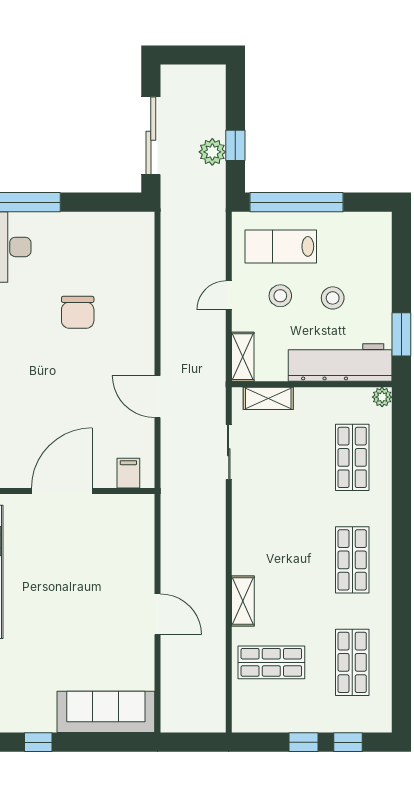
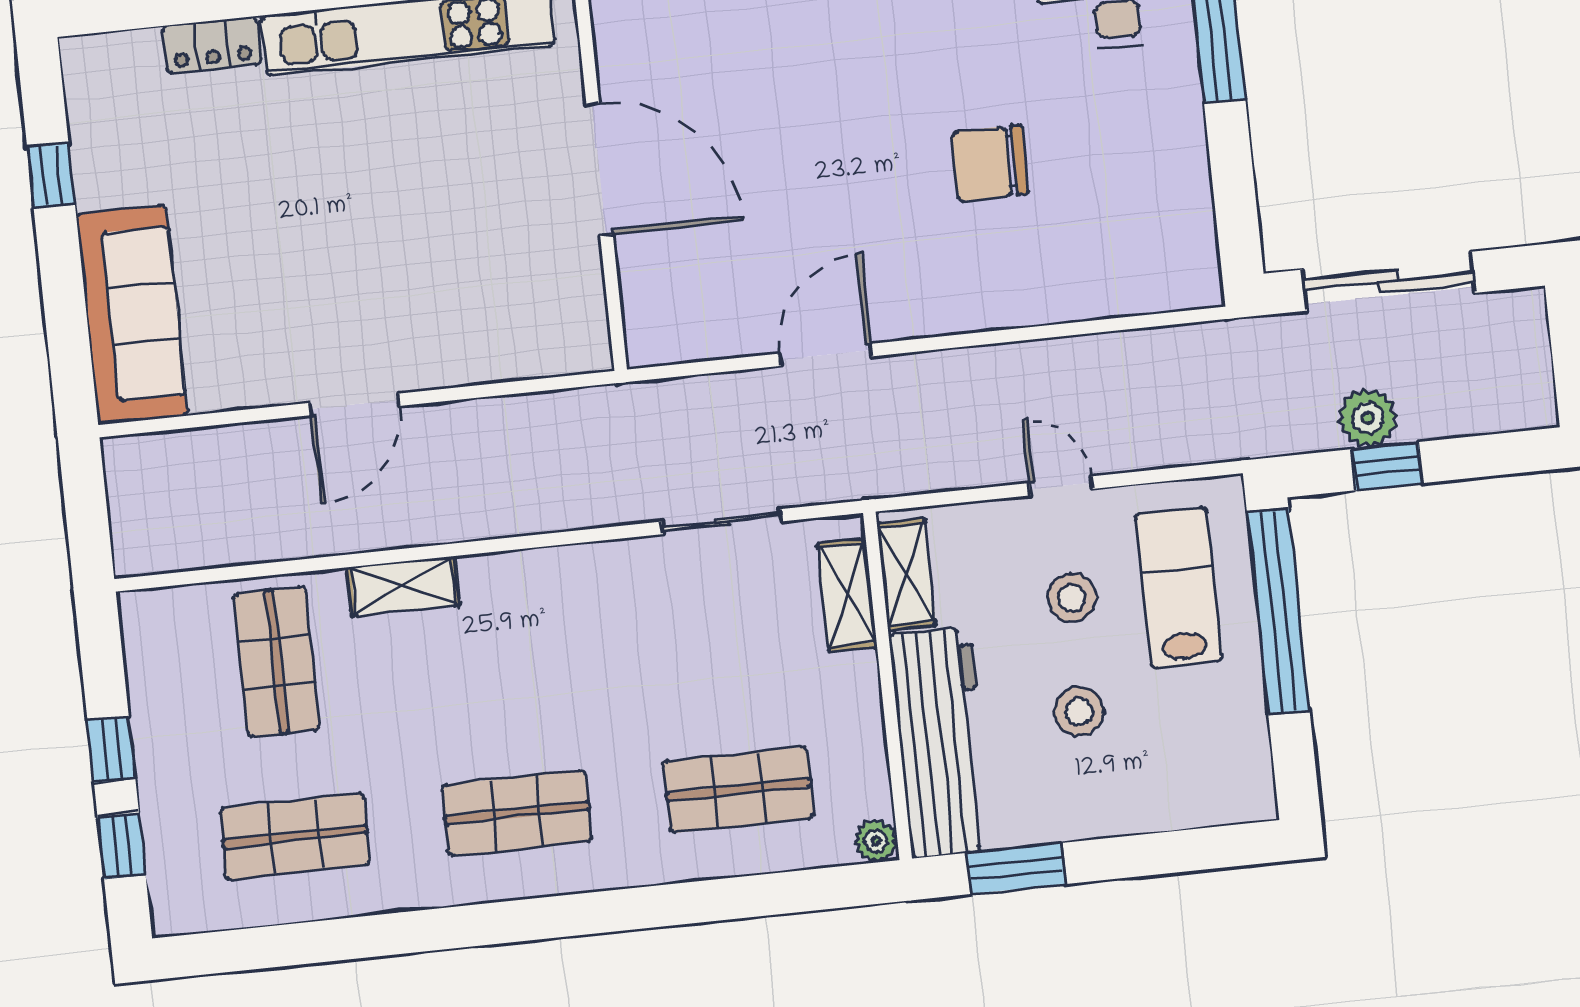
shelving: (243, 357) -> (906, 574), moved, turned 90
filing cabinet: (128, 473) -> (653, 309), removed

